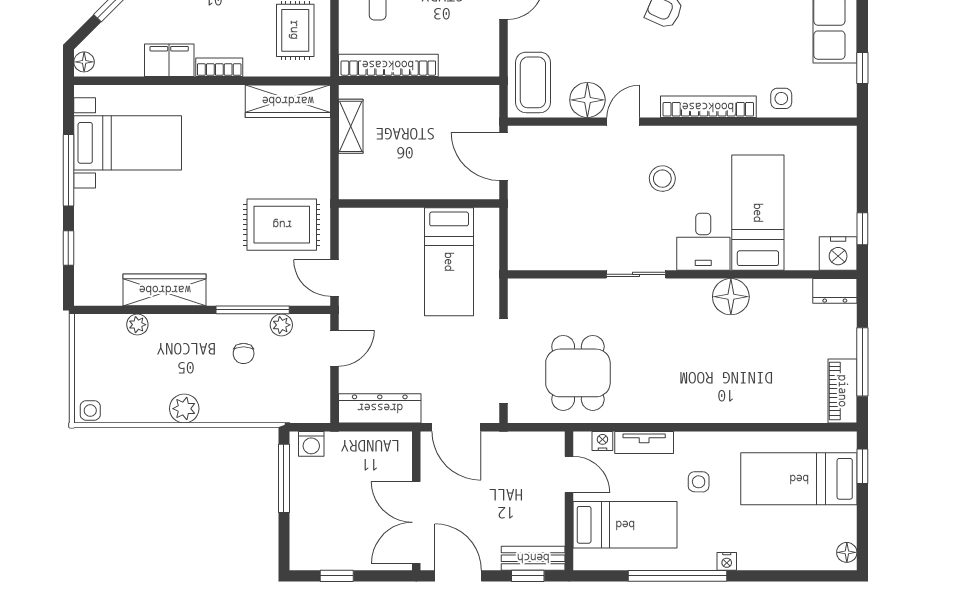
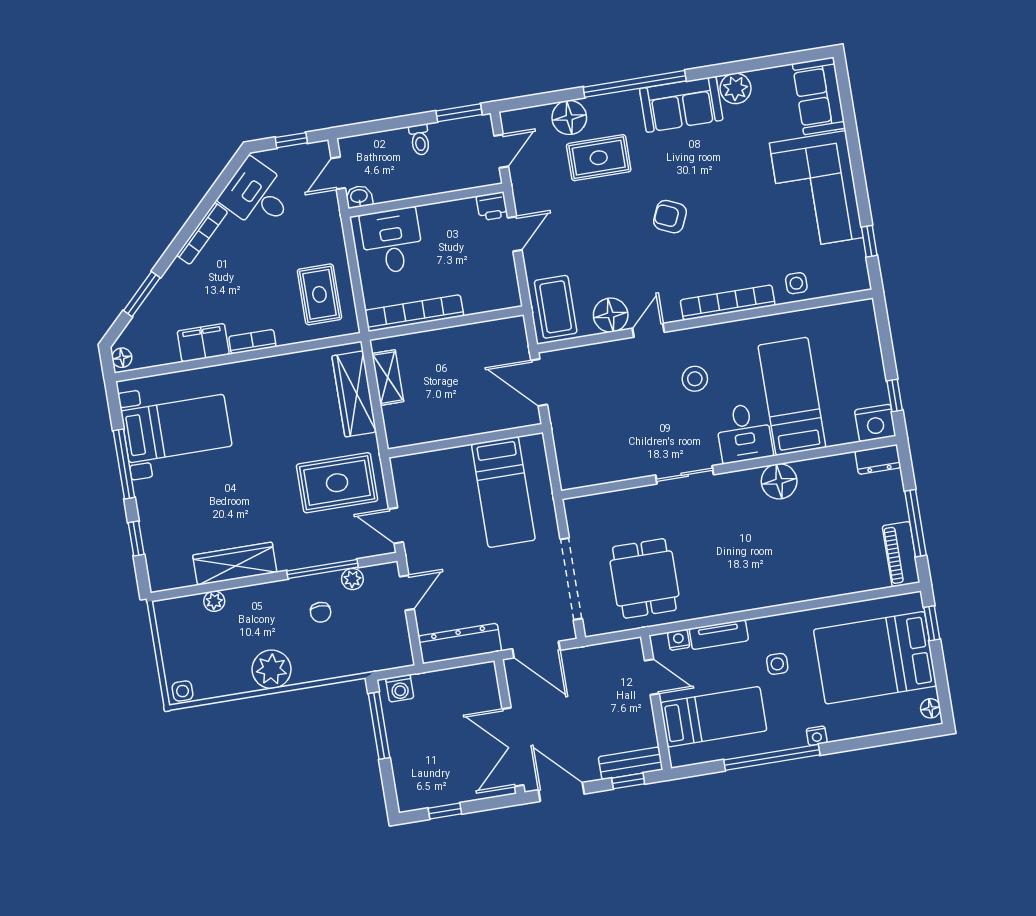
wardrobe: (288, 101) -> (354, 394), moved, turned 90
plant: (184, 409) -> (272, 669), width x1.36, depth x1.36
bed: (799, 479) -> (875, 658), width x1.50

